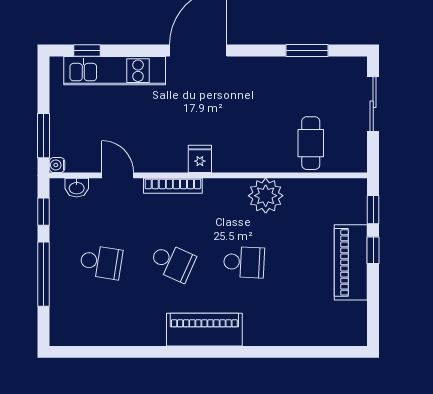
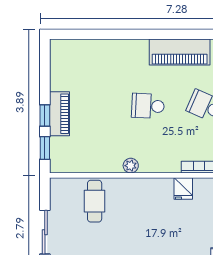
plant: (266, 196) -> (131, 166), width x0.53, depth x0.53
piano: (351, 262) -> (59, 114), width x0.73, depth x0.75

